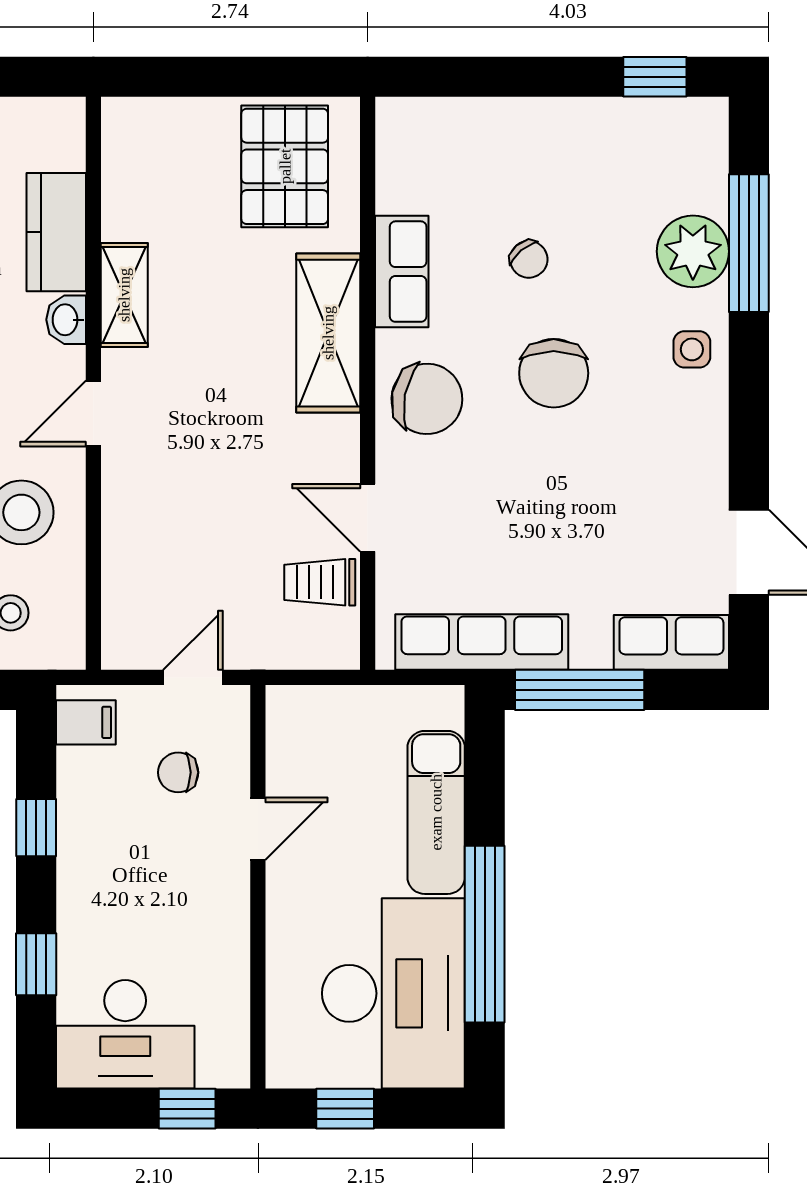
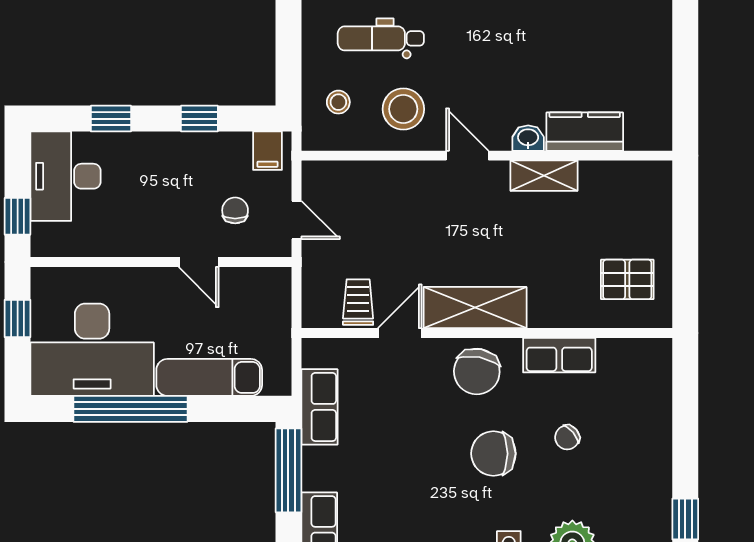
pallet: (285, 166) -> (627, 279), width x0.67, depth x0.71
shelving: (328, 333) -> (475, 308), moved
row of seats: (482, 642) -> (319, 407), width x0.68

